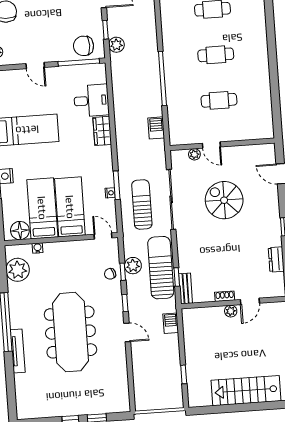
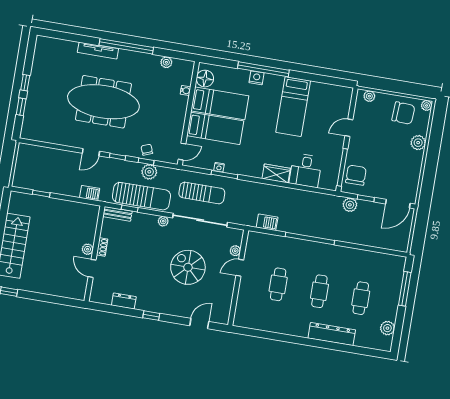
dresser: (258, 31) -> (332, 334), added
spiral stairs: (224, 200) -> (188, 267), turned -90
plant: (182, 238) -> (163, 221), added
plant: (18, 270) -> (166, 62), width x0.53, depth x0.53

